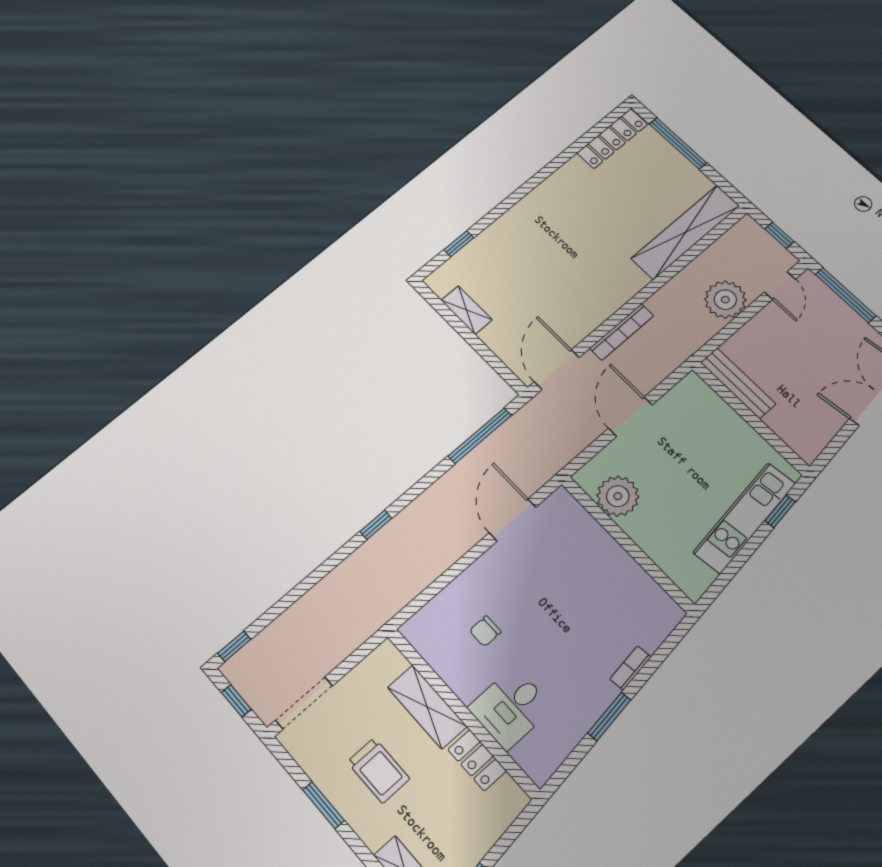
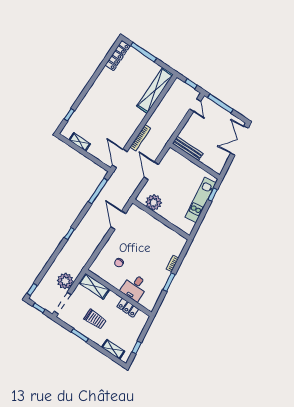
plant: (725, 300) -> (65, 281), moved
shelving: (427, 707) -> (94, 286), moved

